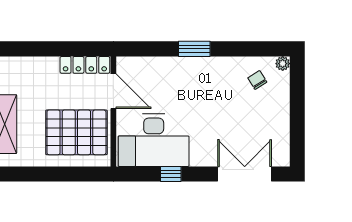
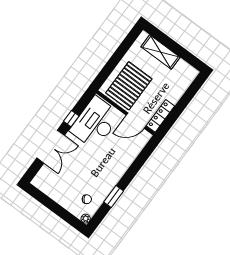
window: (194, 49) -> (114, 196), moved
double door: (245, 174) -> (51, 147), moved

